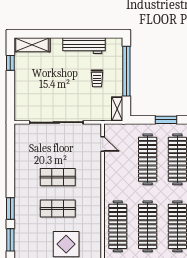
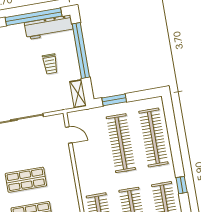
window: (89, 34) -> (33, 17), added
workbench: (84, 46) -> (49, 27), moved
window: (166, 120) -> (114, 100), moved

